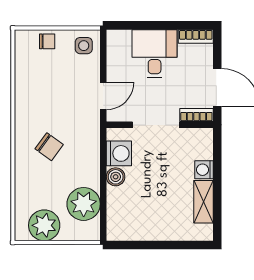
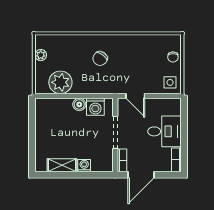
plant: (44, 225) -> (41, 55), width x0.53, depth x0.53

